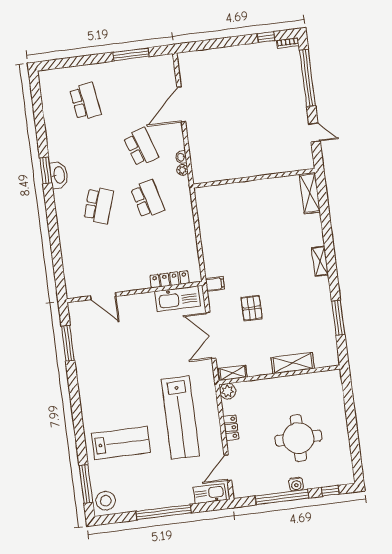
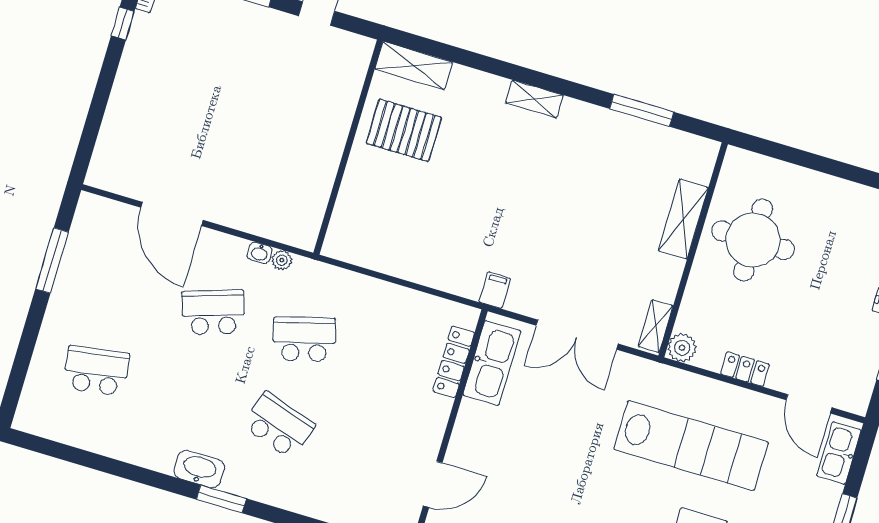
window: (46, 170) -> (221, 499), moved
pallet: (252, 308) -> (404, 130), moved, width x1.50, depth x1.42
round table: (298, 438) -> (753, 240), moved

